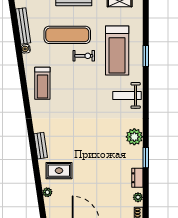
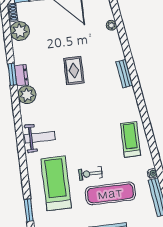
window: (146, 56) -> (29, 210), moved
rug: (59, 171) -> (74, 71), moved, turned 90
dresser: (137, 178) -> (21, 75), moved
plant: (138, 197) -> (20, 31), width x1.88, depth x1.88

